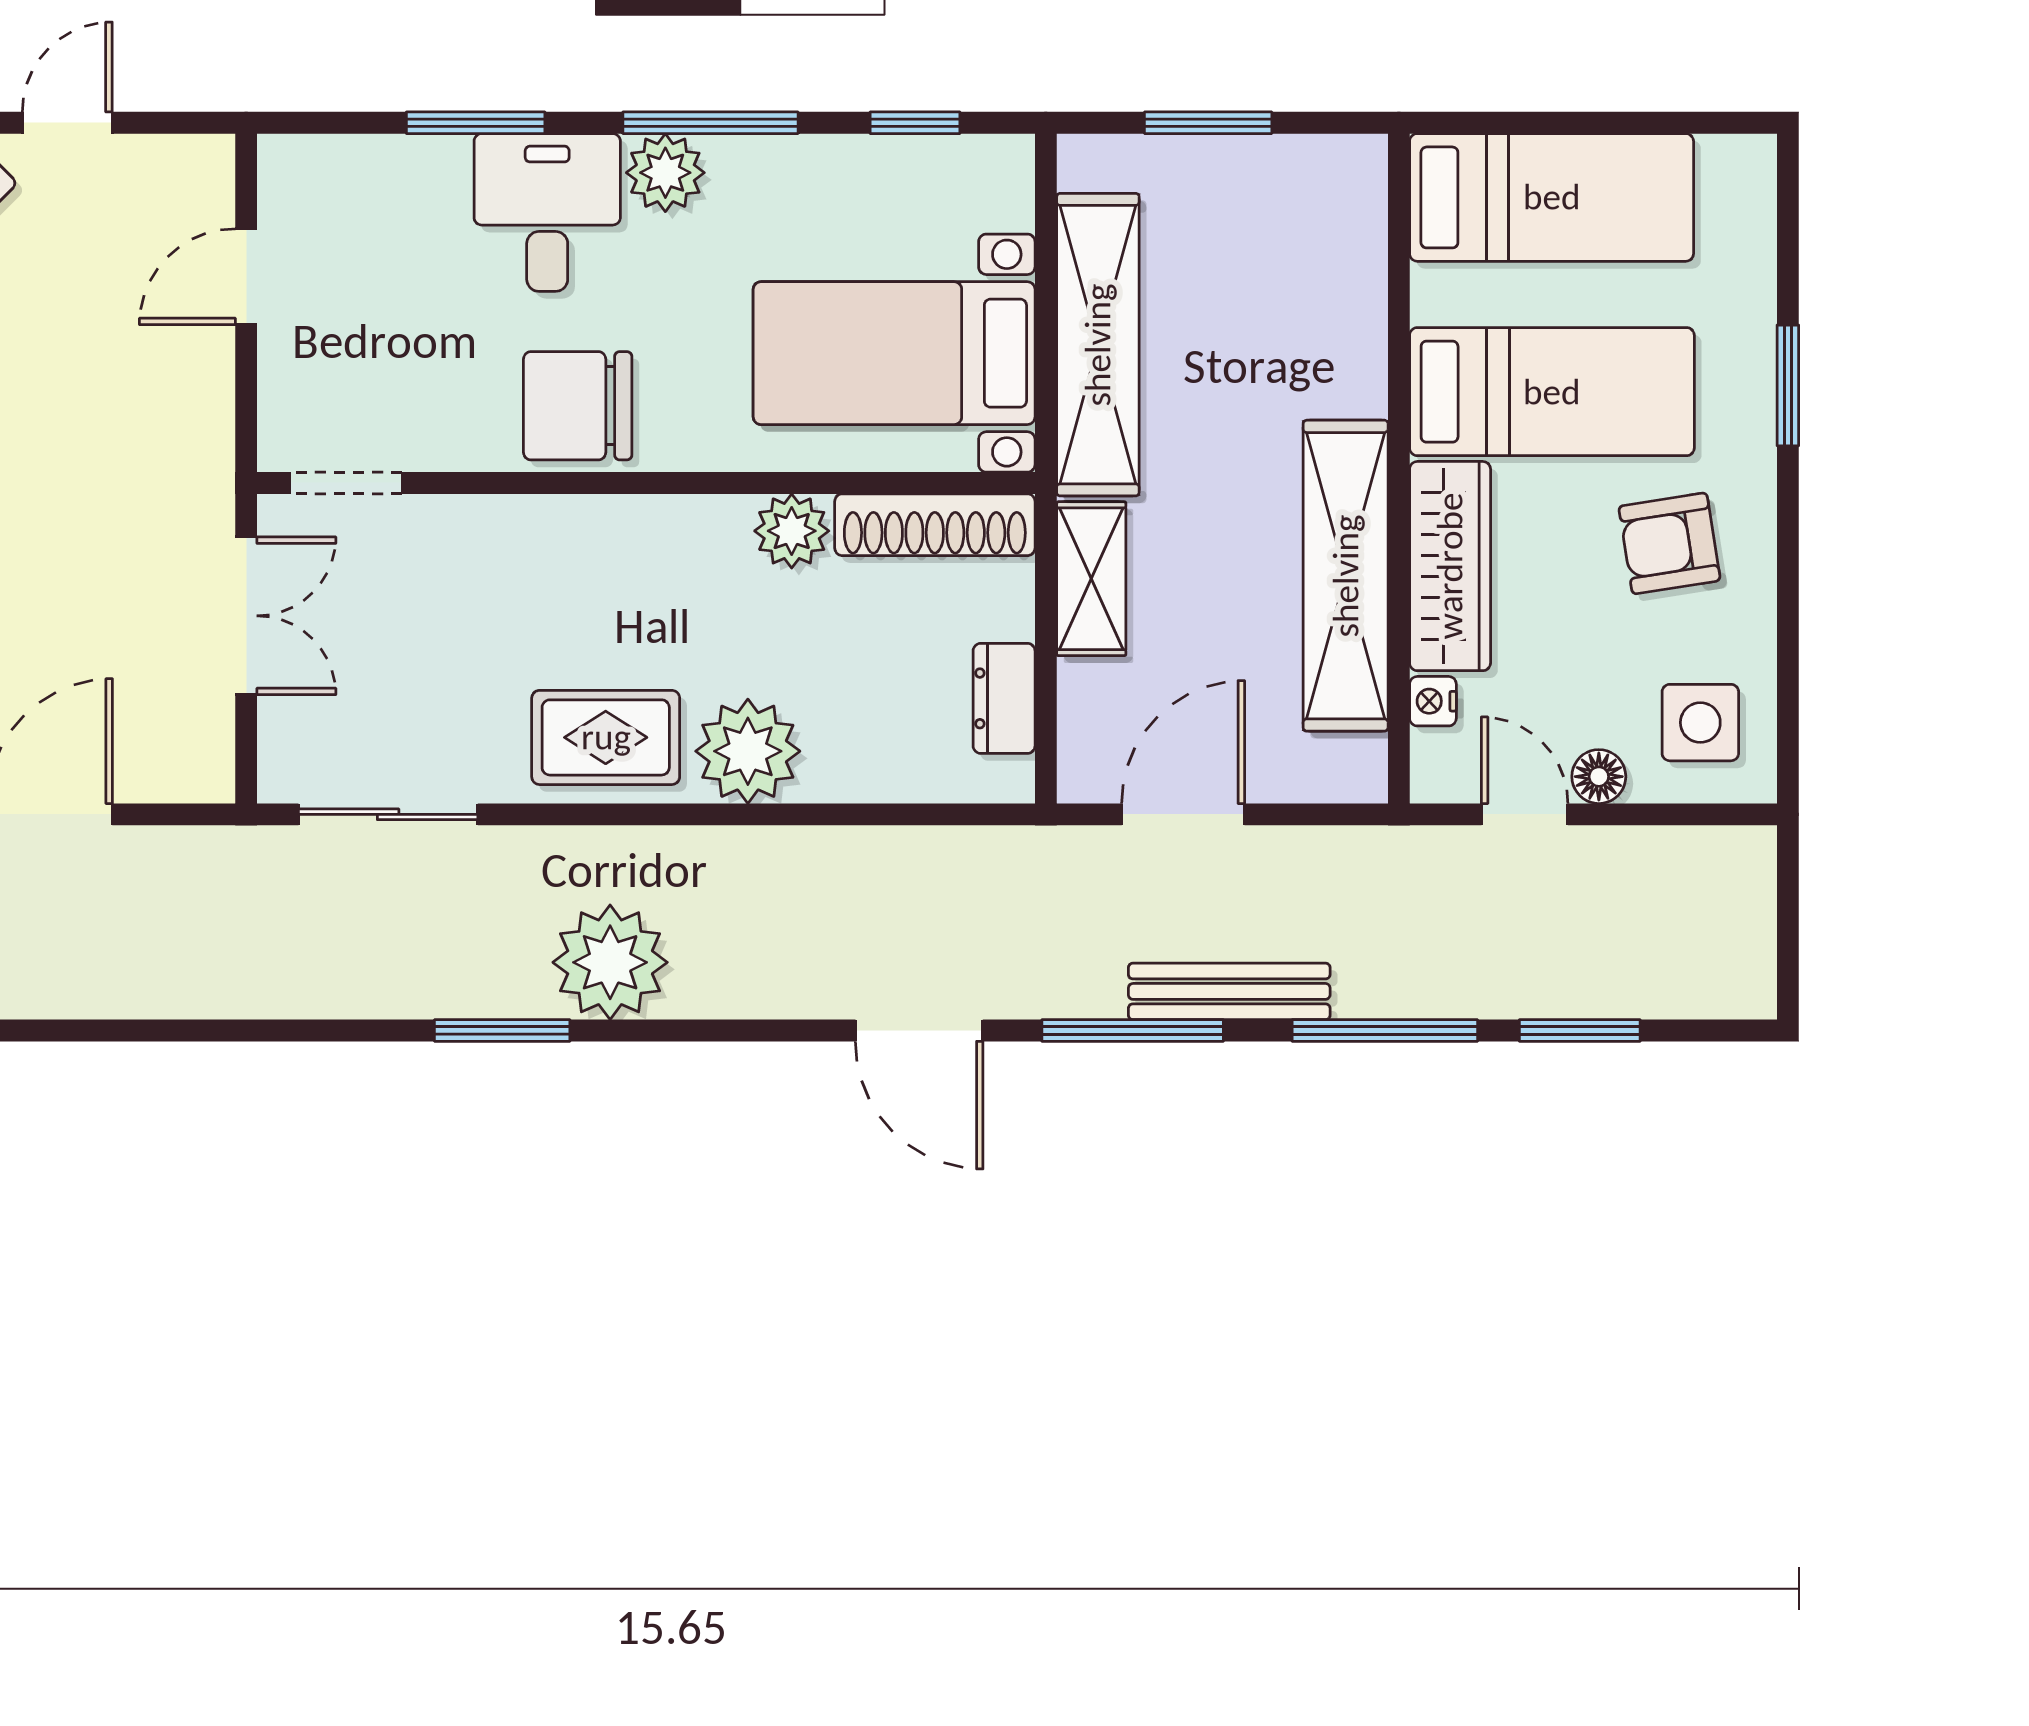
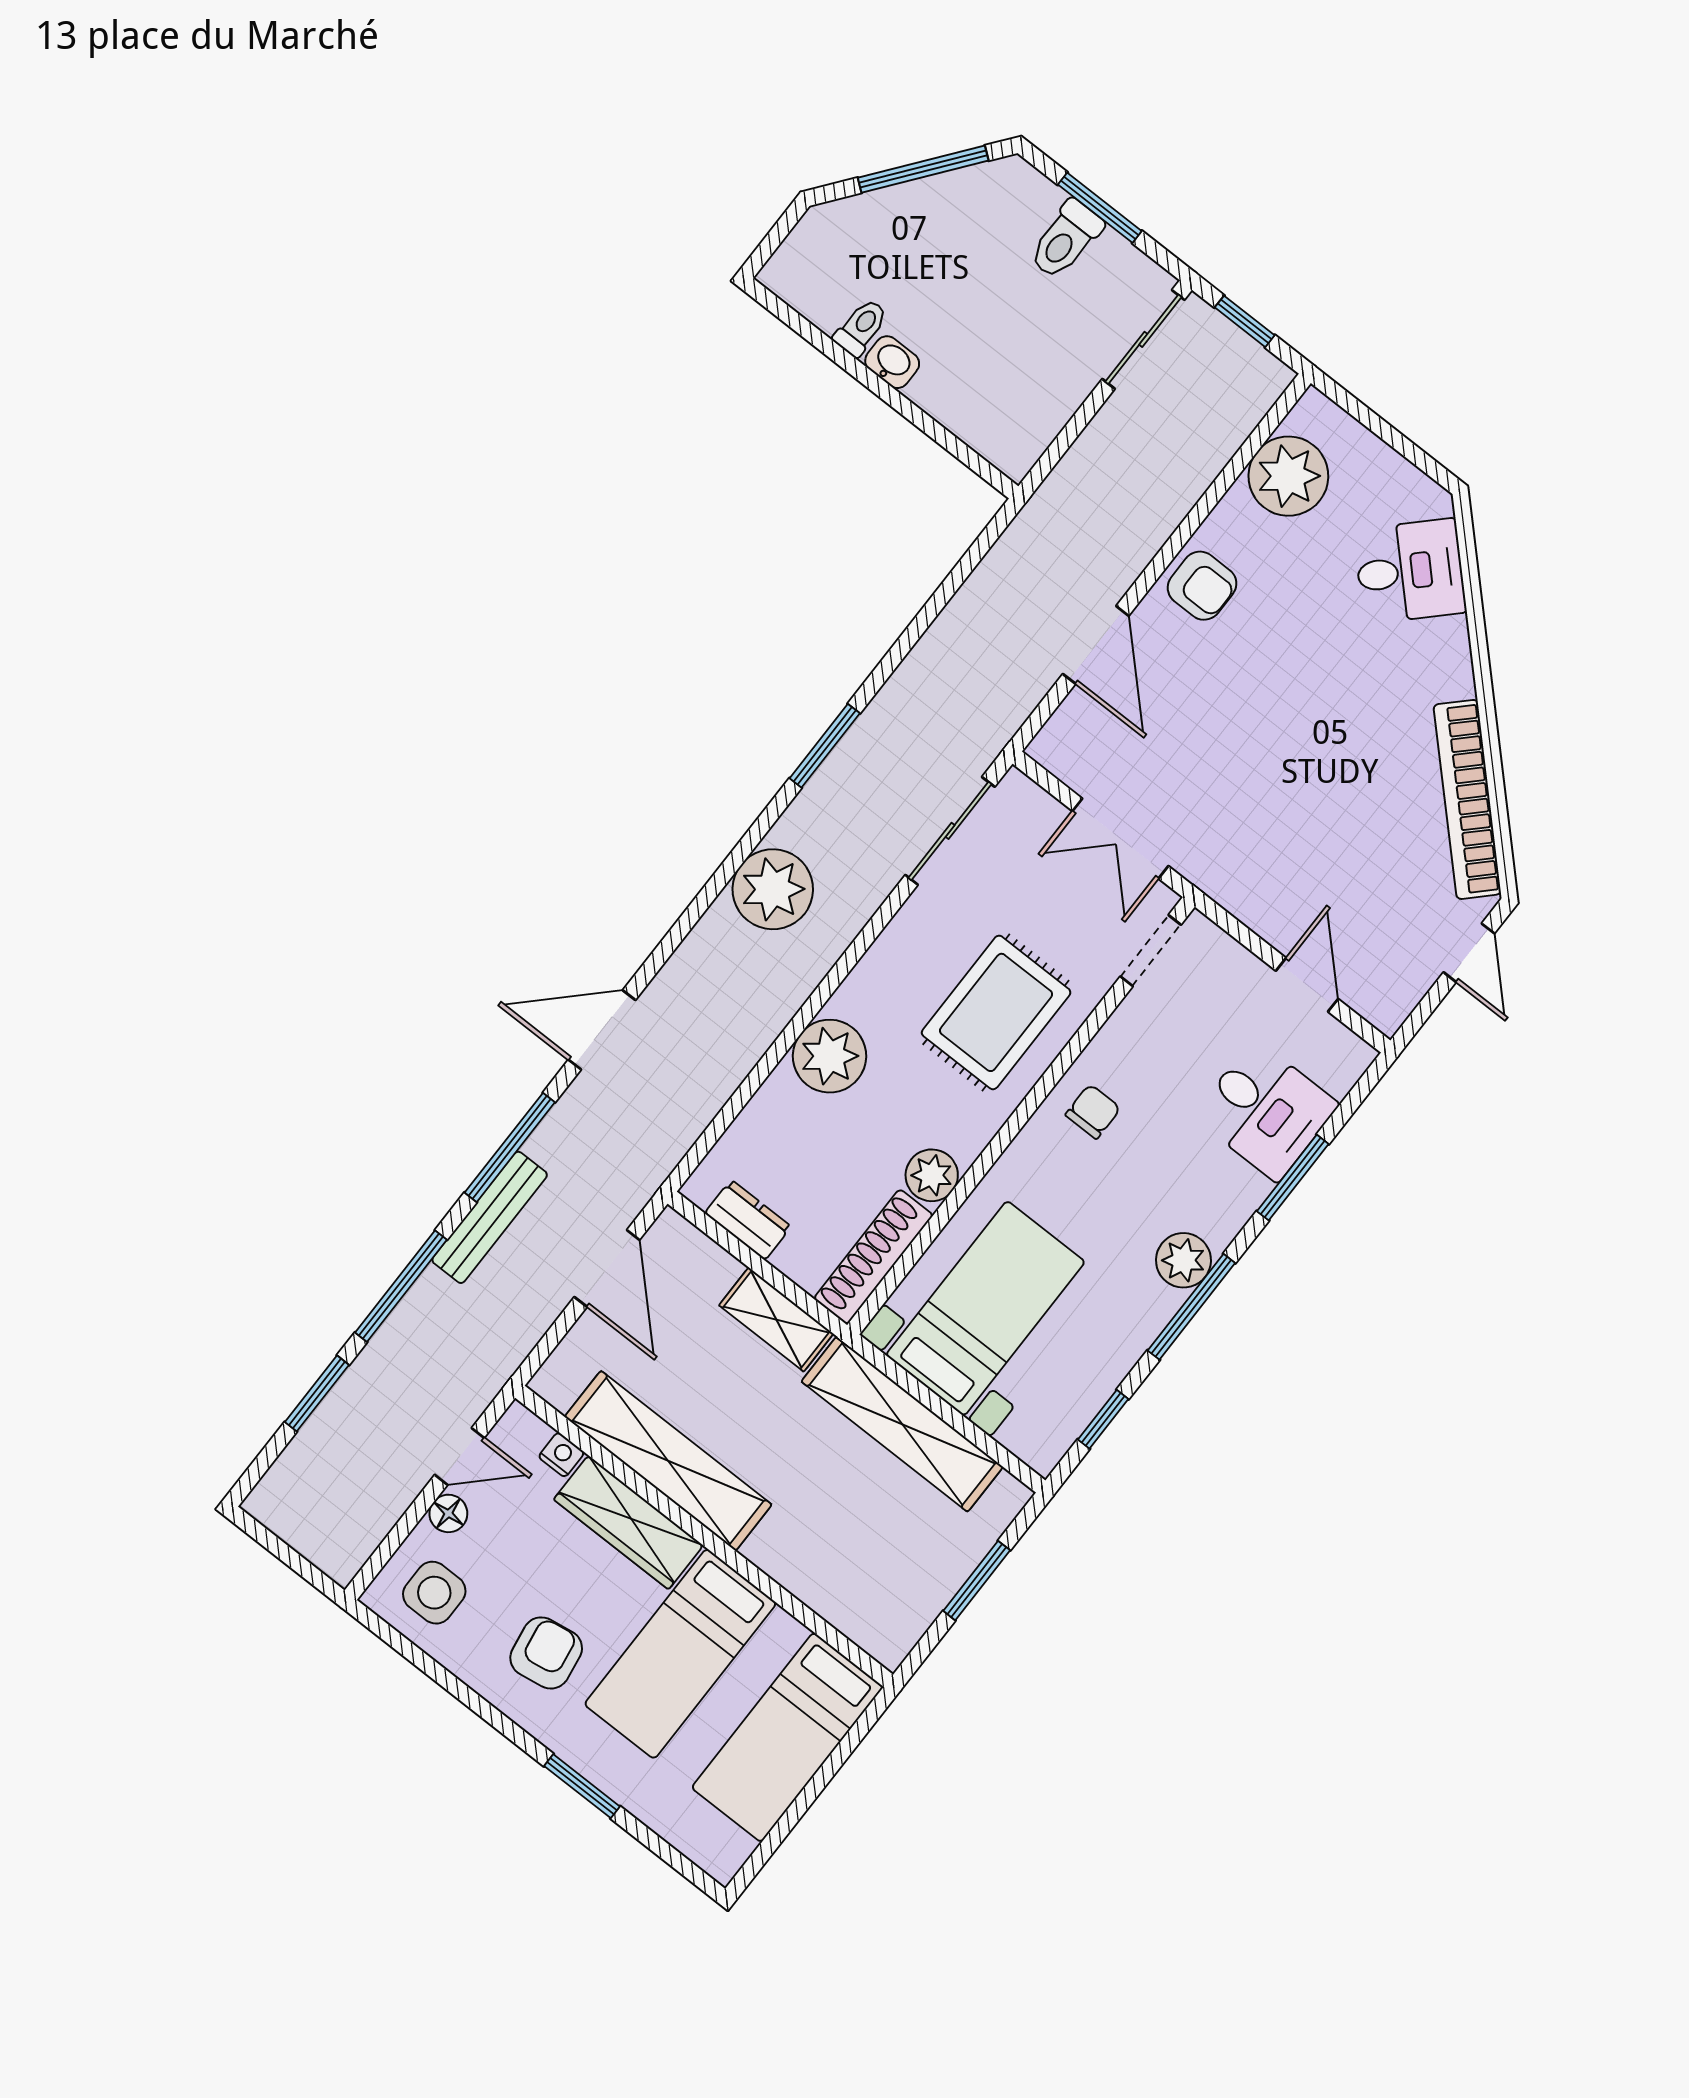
desk: (547, 212) -> (1266, 1110), moved
chair: (578, 406) -> (1093, 1112), width x0.54, depth x0.54
rug: (606, 737) -> (996, 1012), moved, width x1.36, depth x1.43
window: (502, 1030) -> (825, 746), moved

